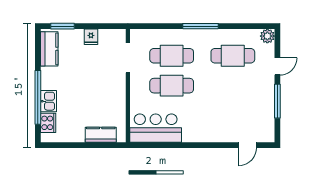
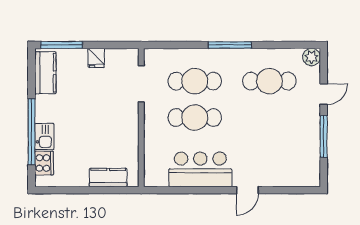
window: (63, 26) -> (62, 45), width x1.44
bar counter: (156, 128) -> (200, 169), moved
door: (247, 145) -> (247, 190), moved

